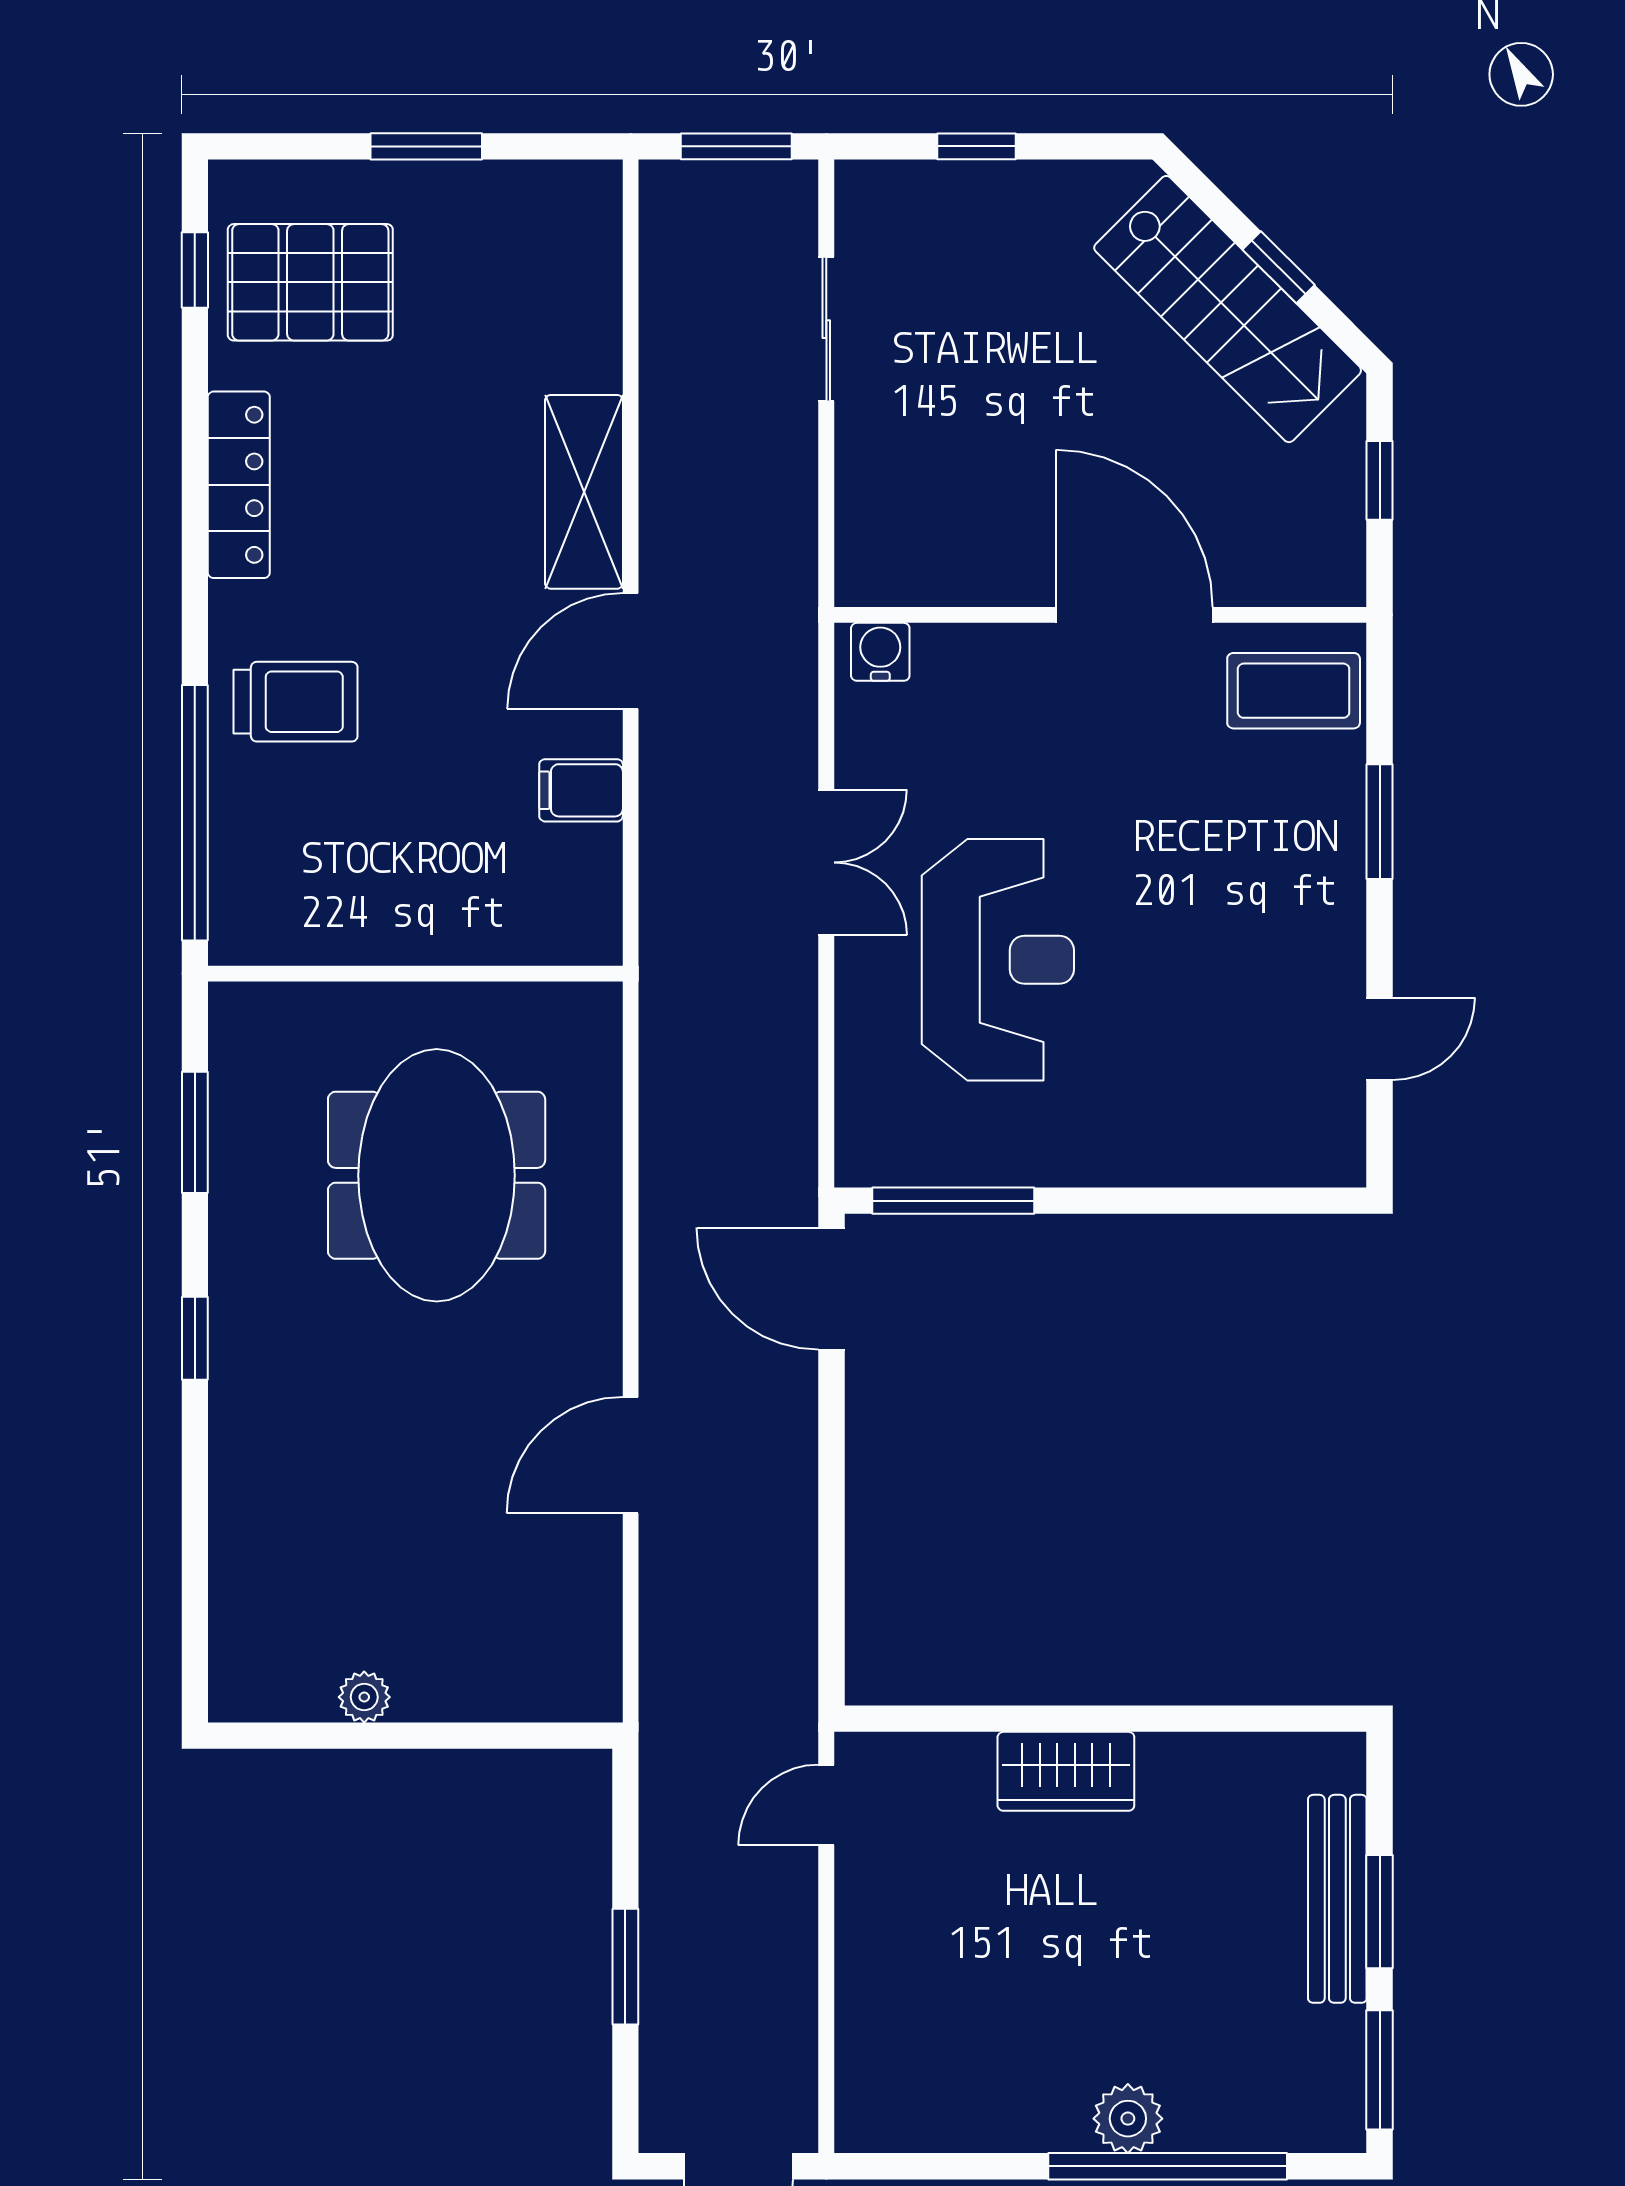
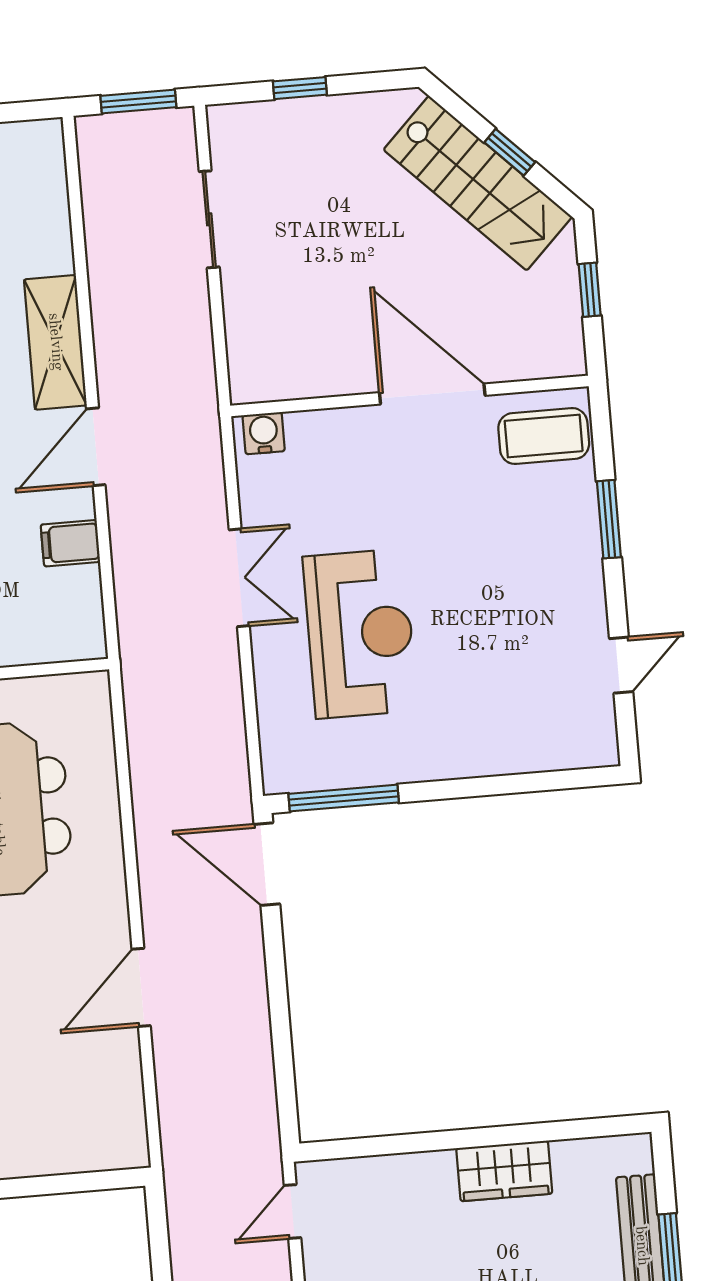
wardrobe: (1066, 1771) -> (504, 1171), moved

